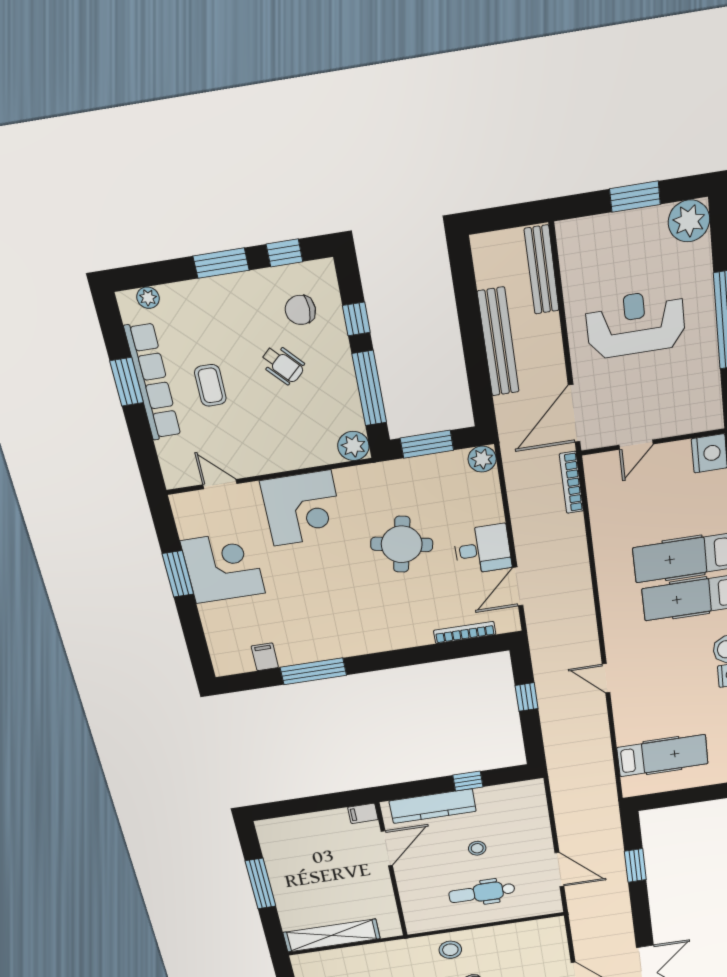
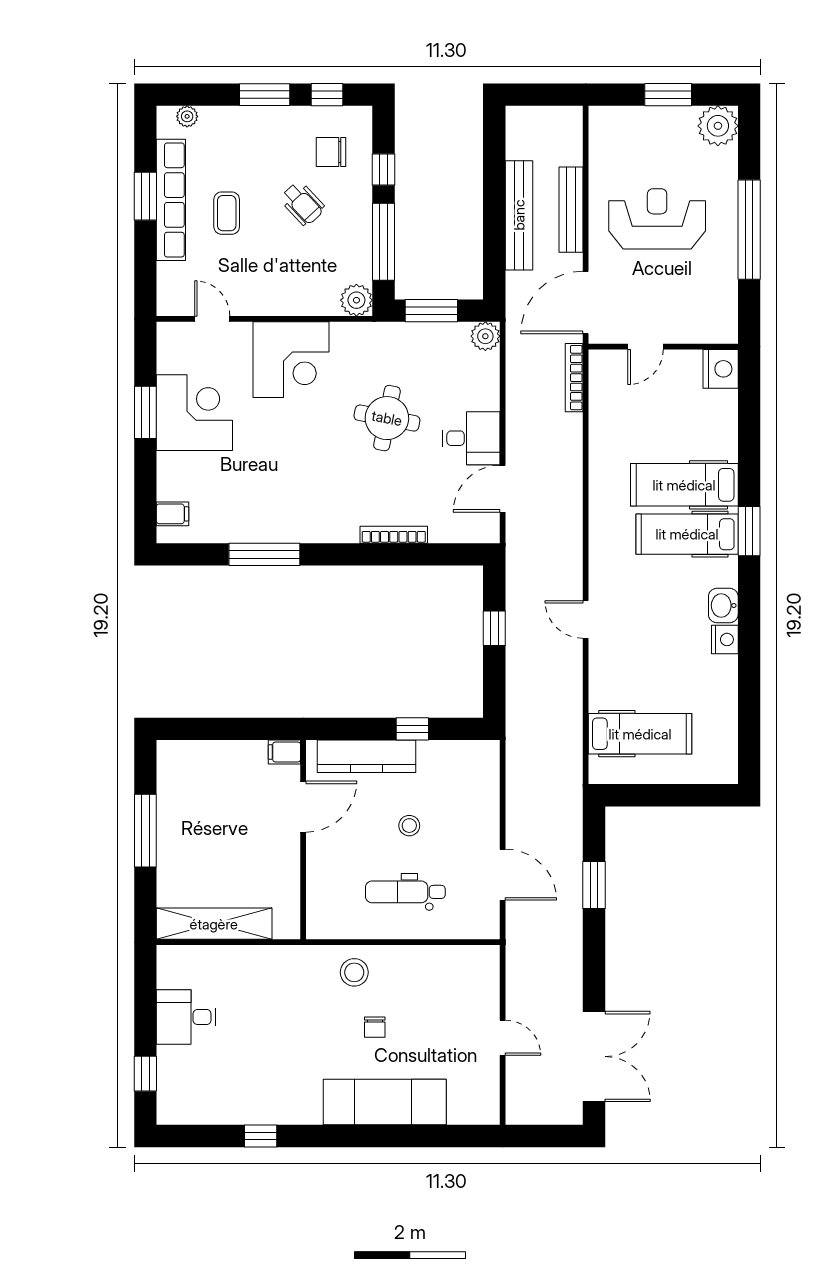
bench: (542, 270) -> (571, 210), moved
bookcase: (465, 632) -> (394, 535), moved
filing cabinet: (265, 657) -> (172, 514), moved, turned 90

